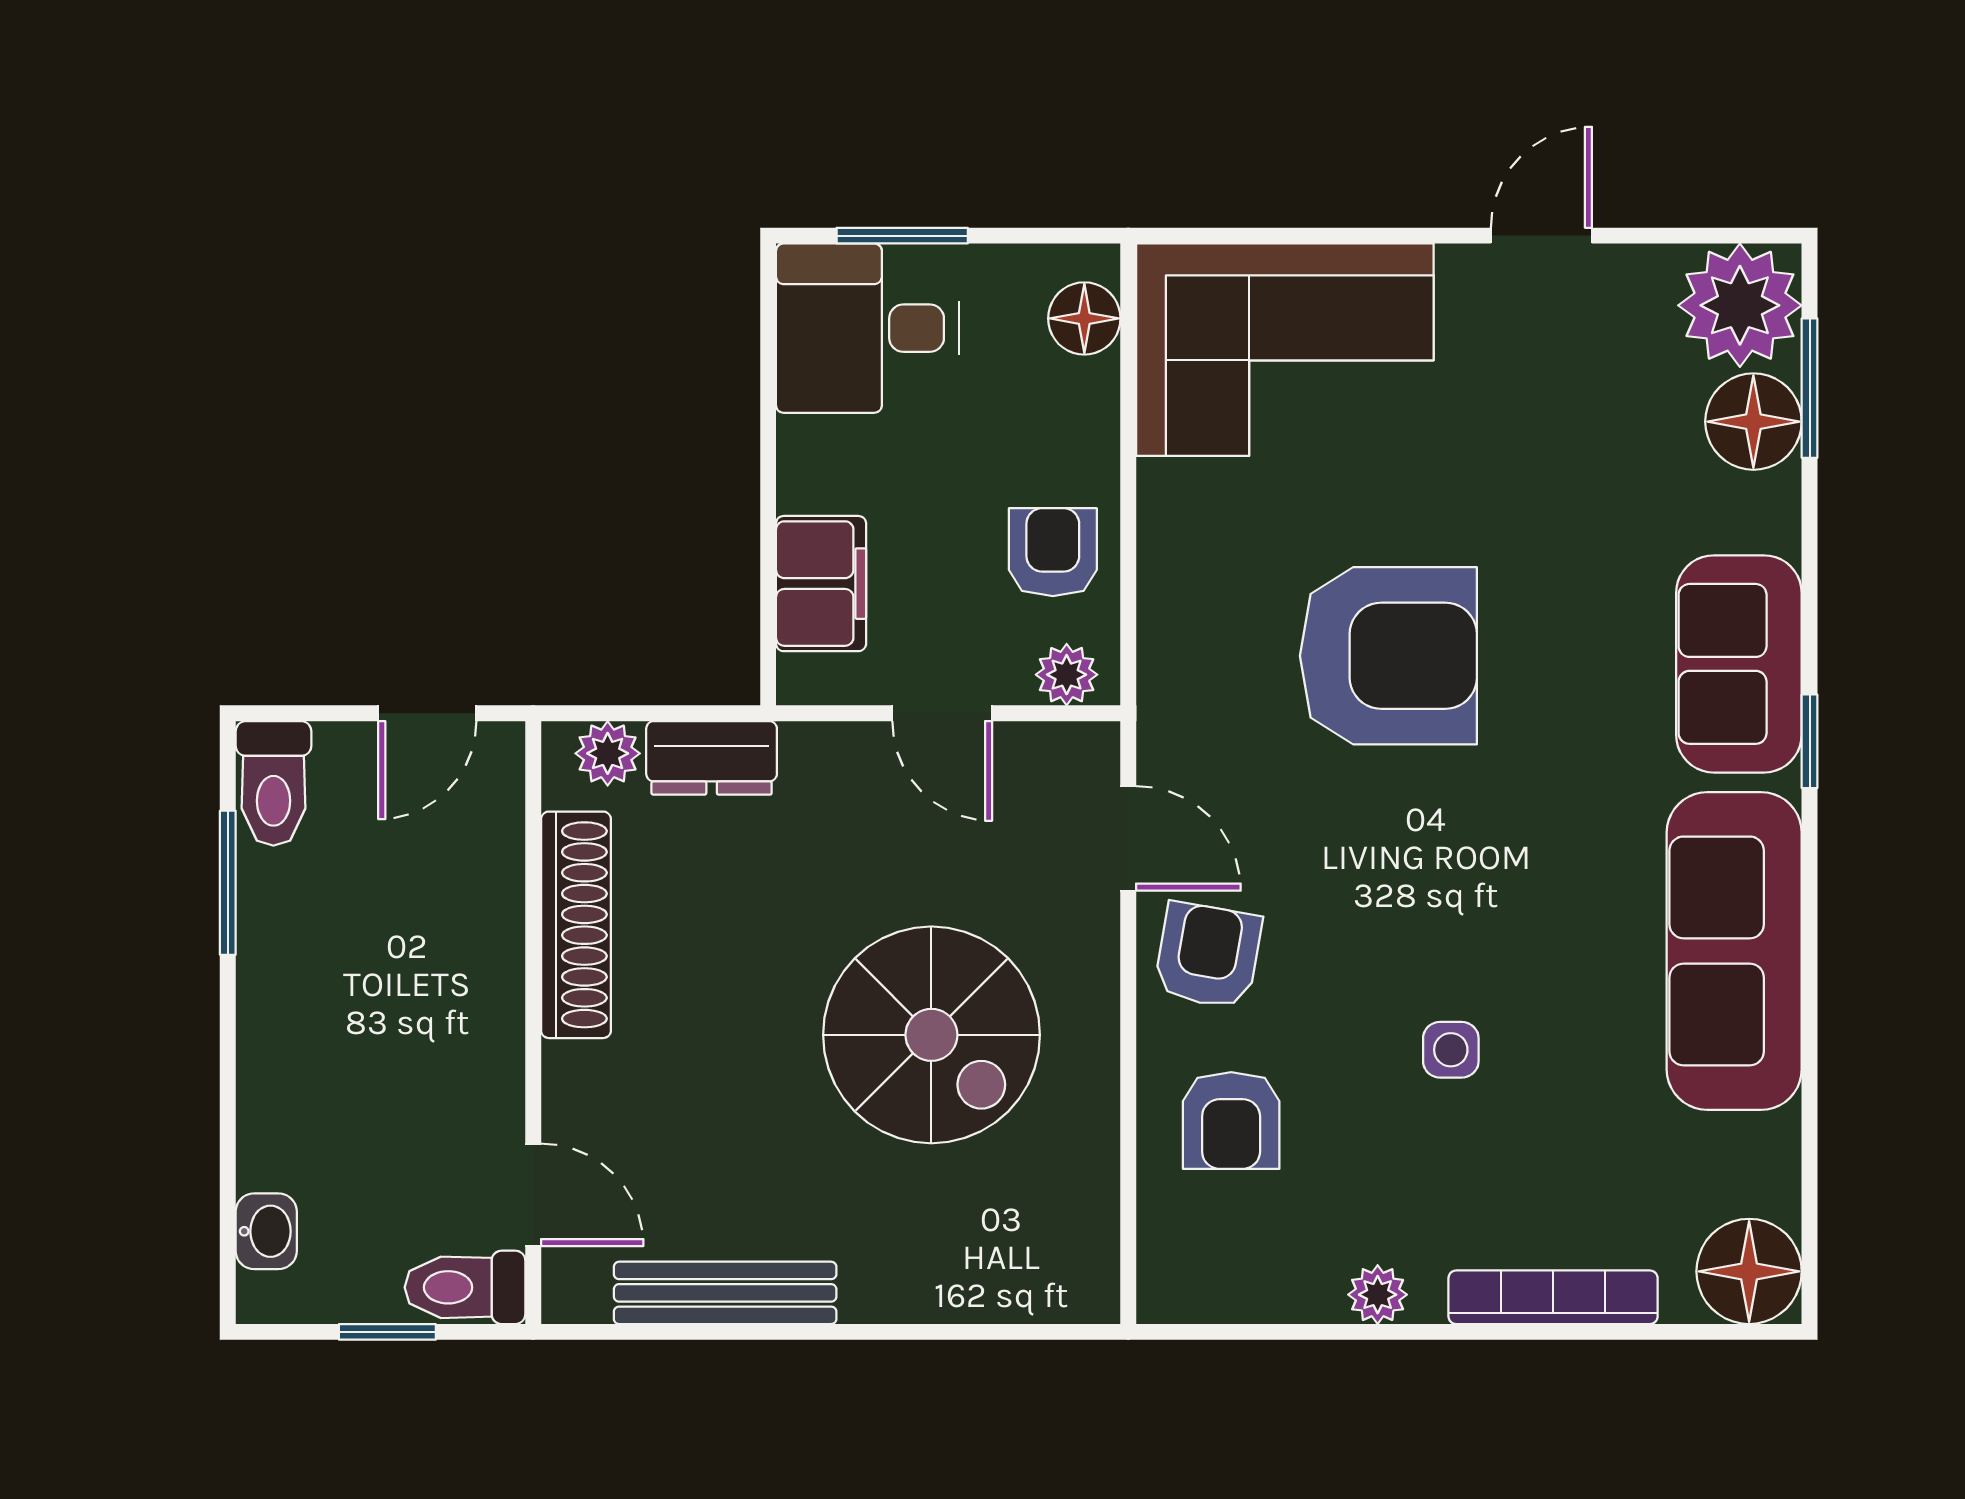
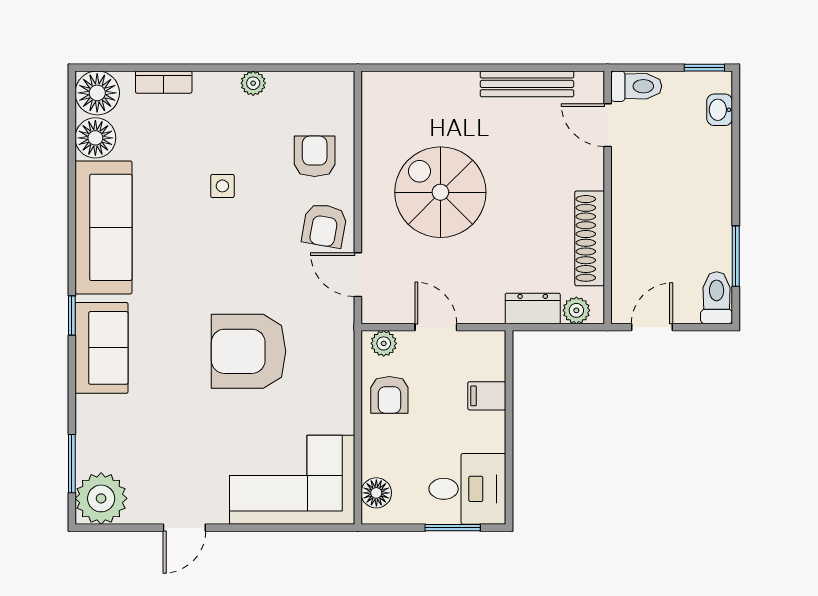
floor lamp: (1753, 422) -> (95, 138), moved
filing cabinet: (821, 584) -> (487, 396), width x0.50
bookcase: (1553, 1297) -> (164, 82), width x0.64
window: (387, 1332) -> (704, 68), moved

